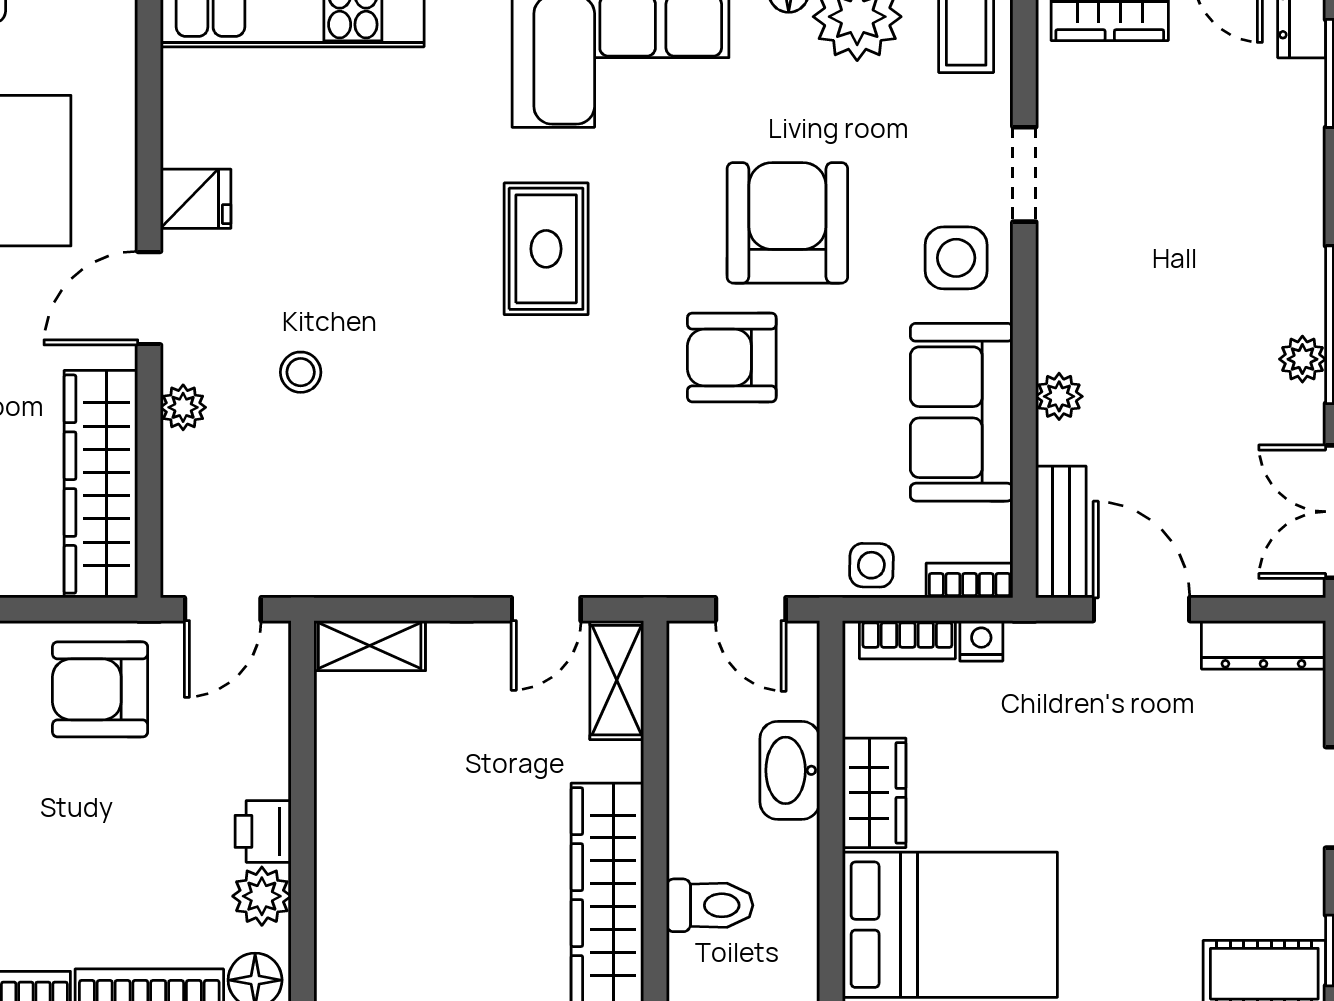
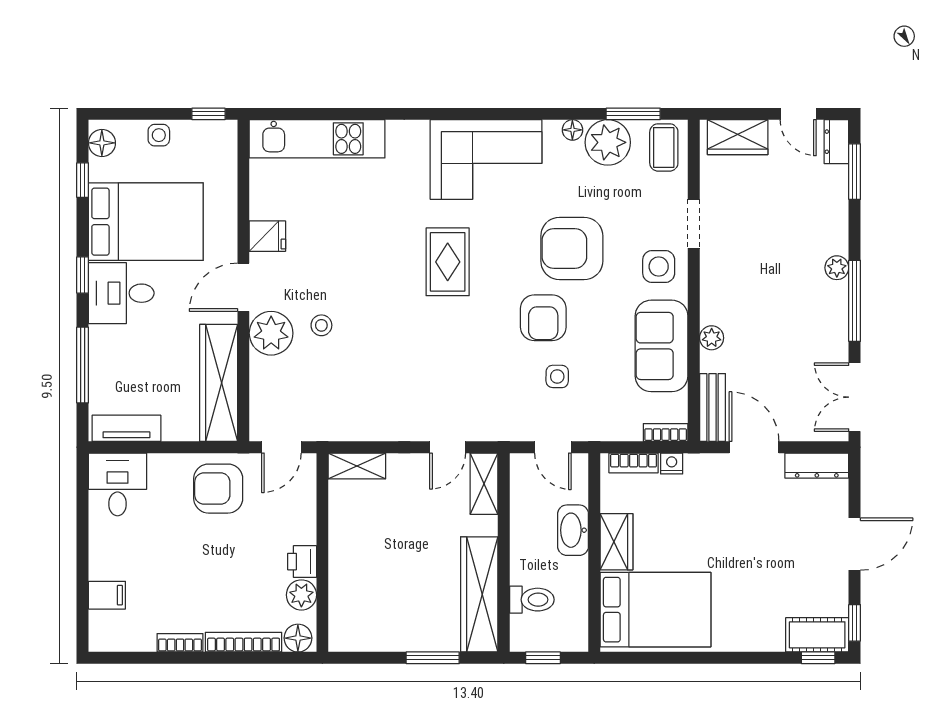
armchair: (787, 223) -> (572, 248), turned -90
armchair: (732, 357) -> (543, 318), turned -90
plant: (1302, 359) -> (837, 268), moved
plant: (183, 407) -> (271, 333), width x1.88, depth x1.88
side table: (871, 565) -> (557, 376), moved

